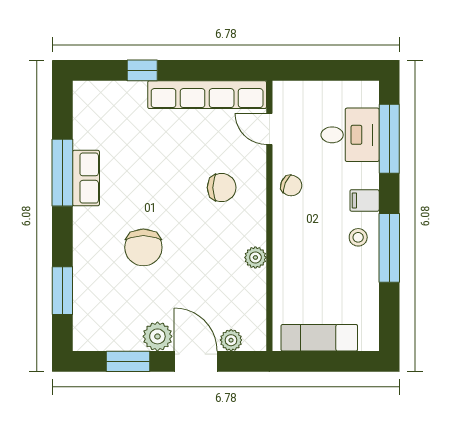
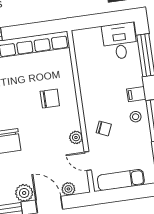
door: (269, 129) -> (88, 161), moved
desk: (350, 135) -> (120, 41), moved, turned -90
chair: (291, 186) -> (104, 128), moved

